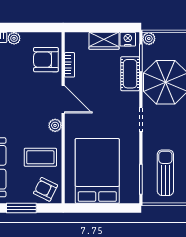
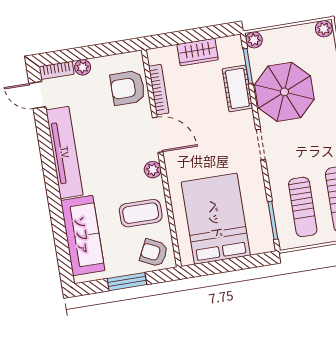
nightstand: (128, 39) -> (227, 45), removed
bookcase: (70, 65) -> (159, 90), width x1.56
sun lounger: (165, 173) -> (303, 207), turned 180

